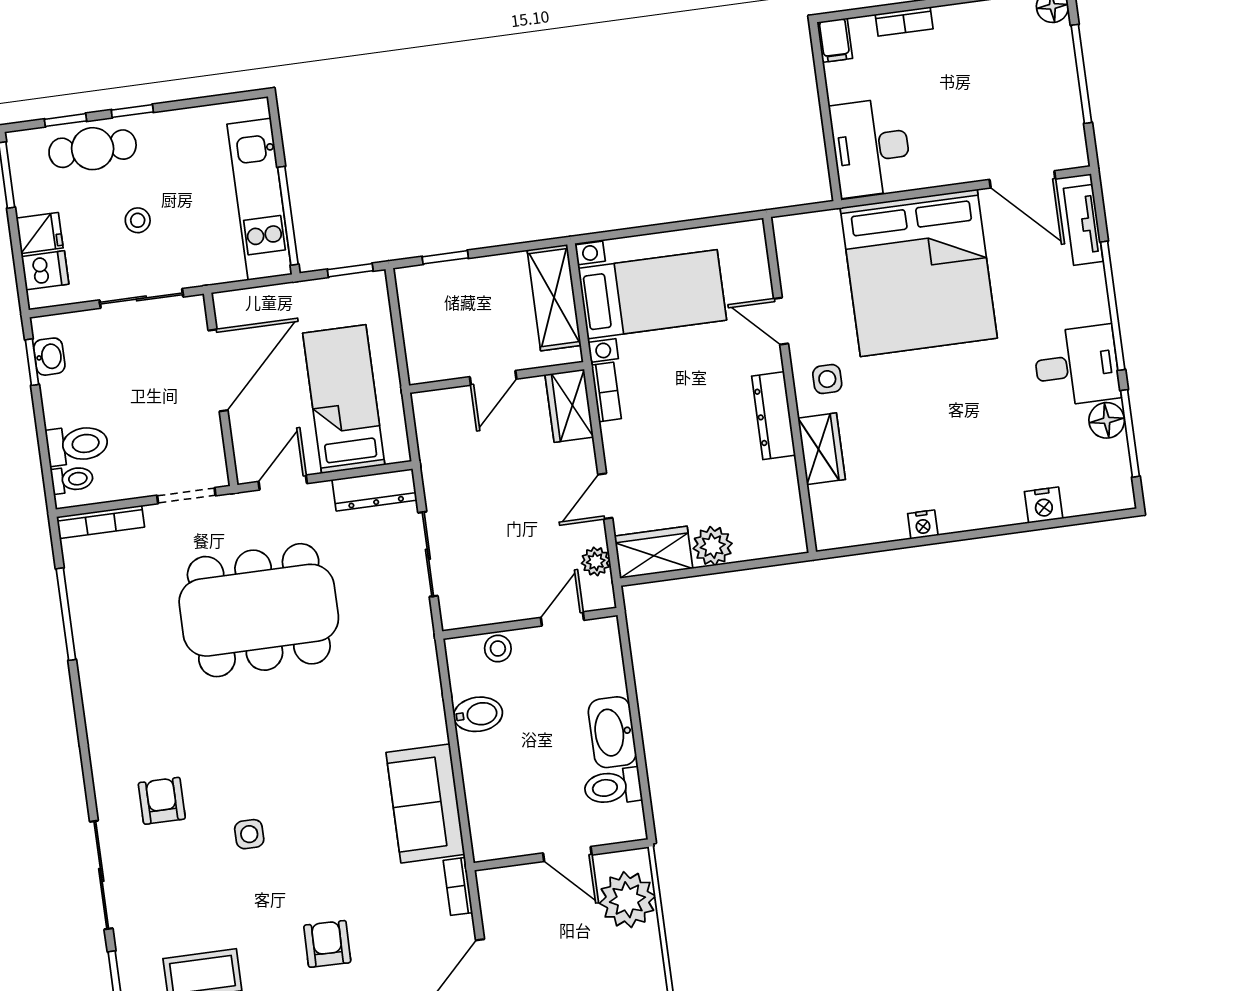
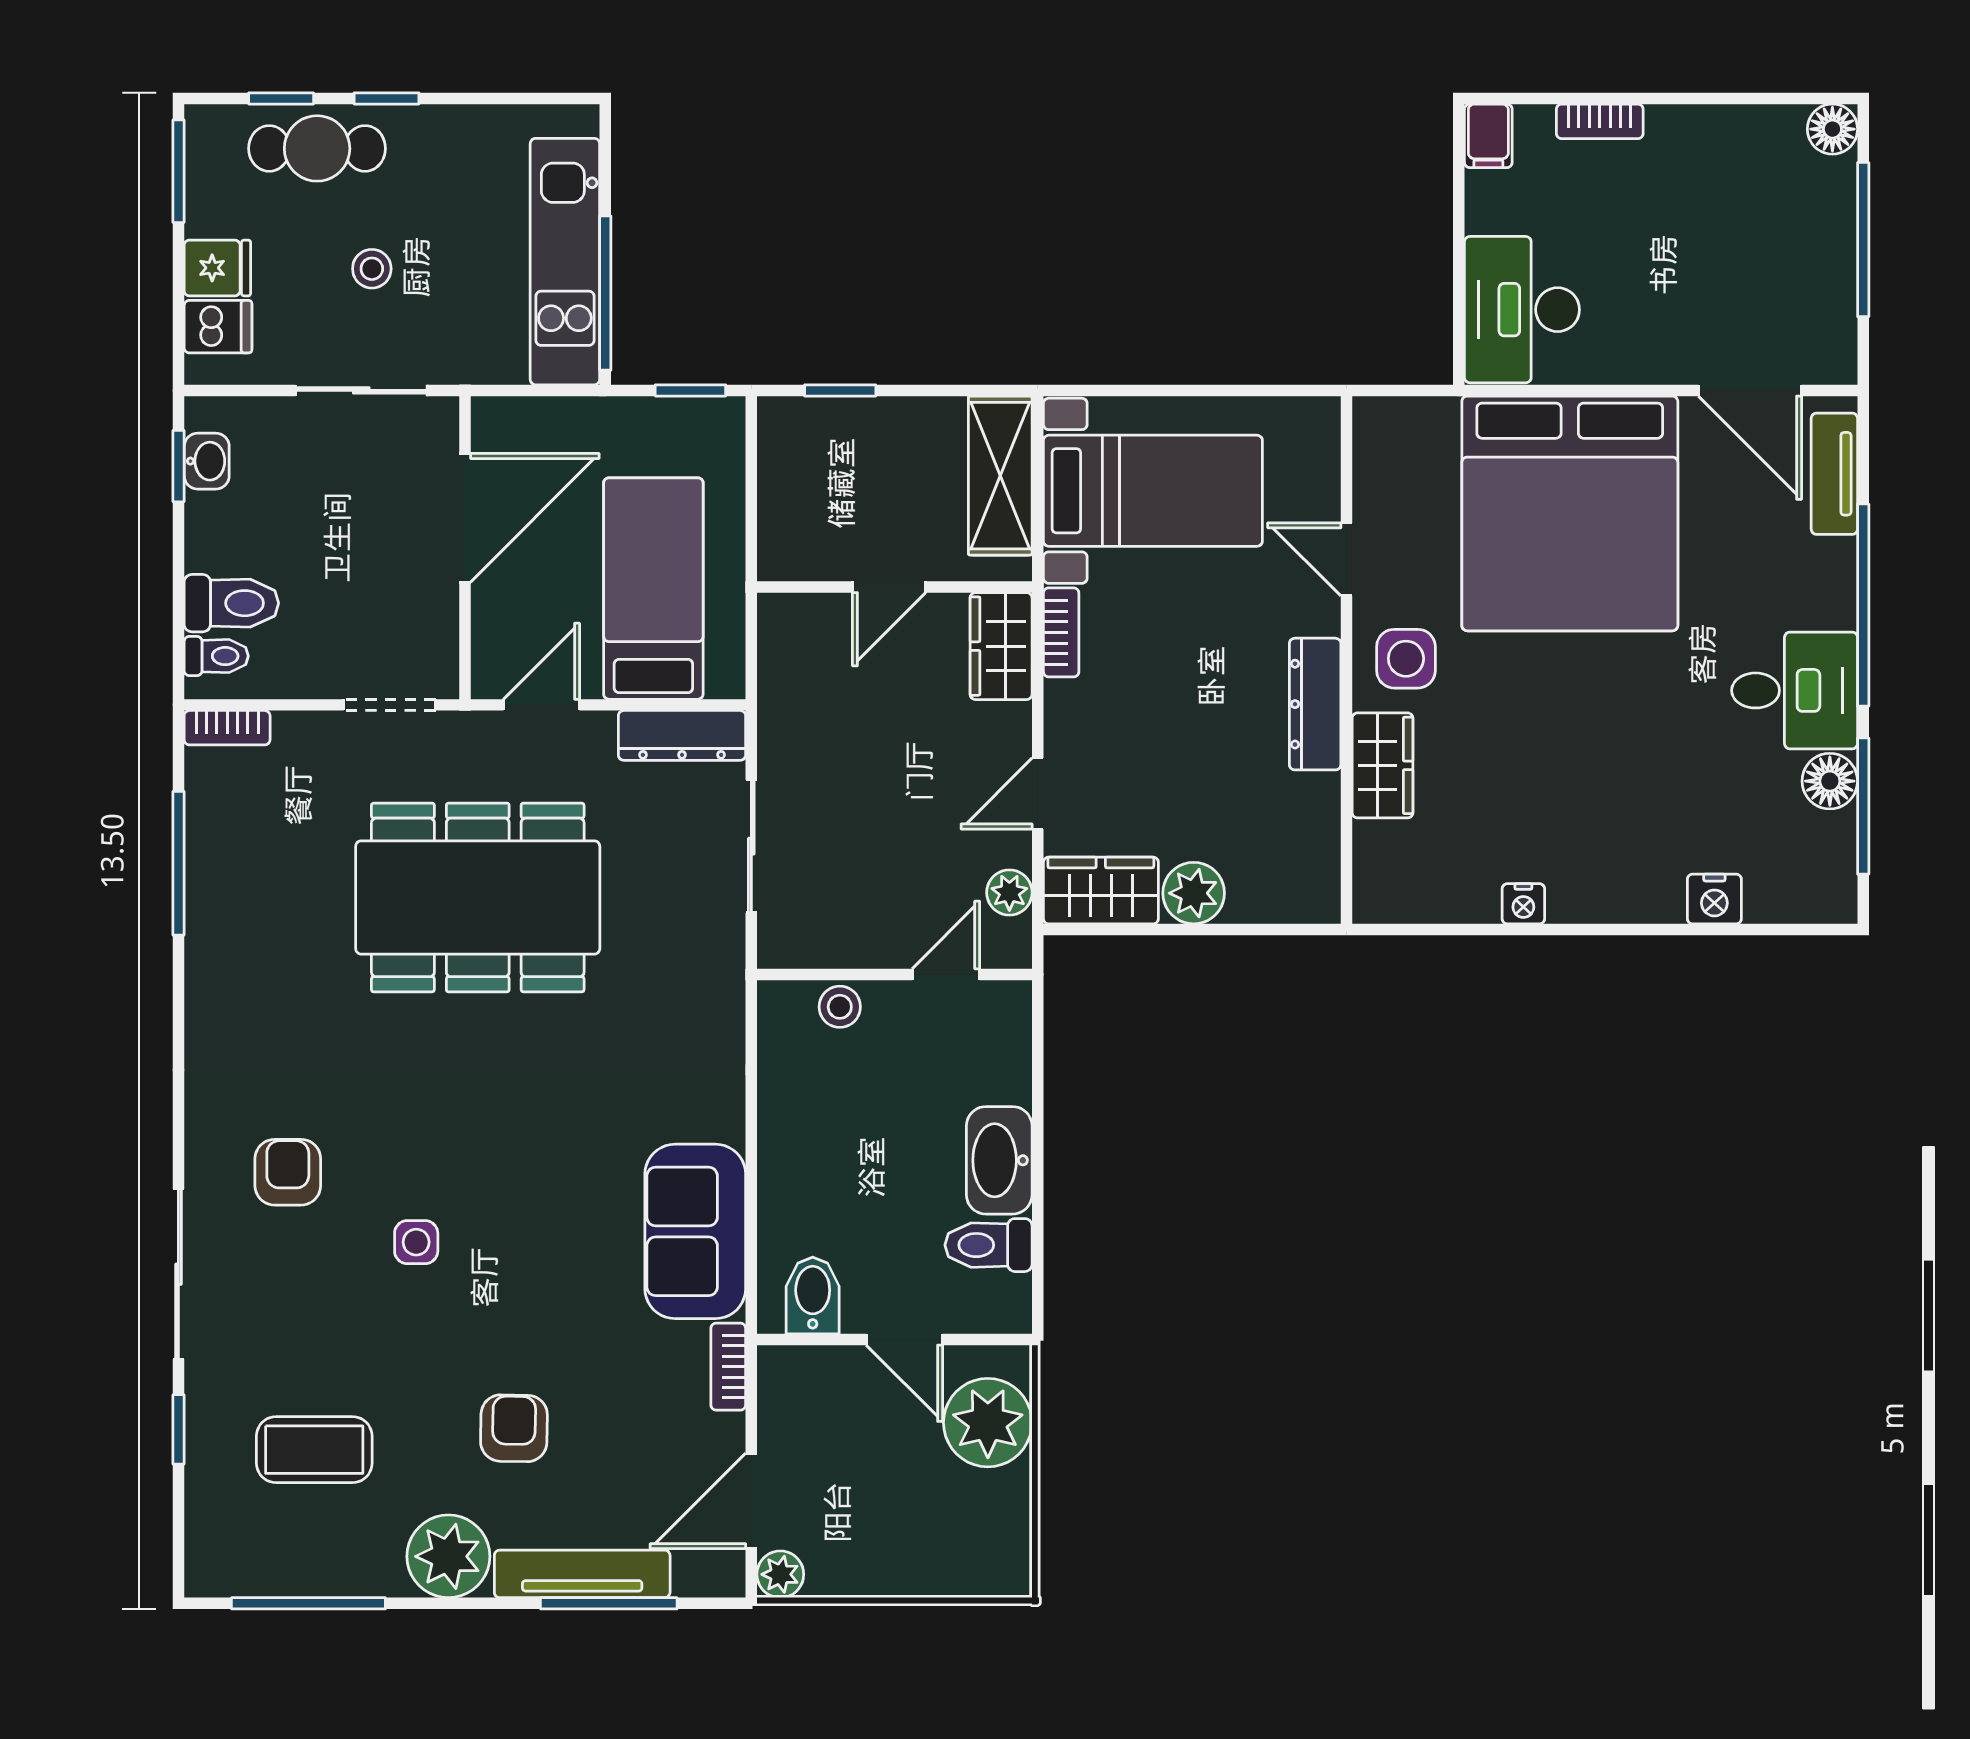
side table: (827, 379) -> (1406, 659), width x1.37, depth x1.37
bookcase: (101, 522) -> (227, 728), width x0.64
bidet: (478, 714) -> (813, 1295), moved, turned -90

